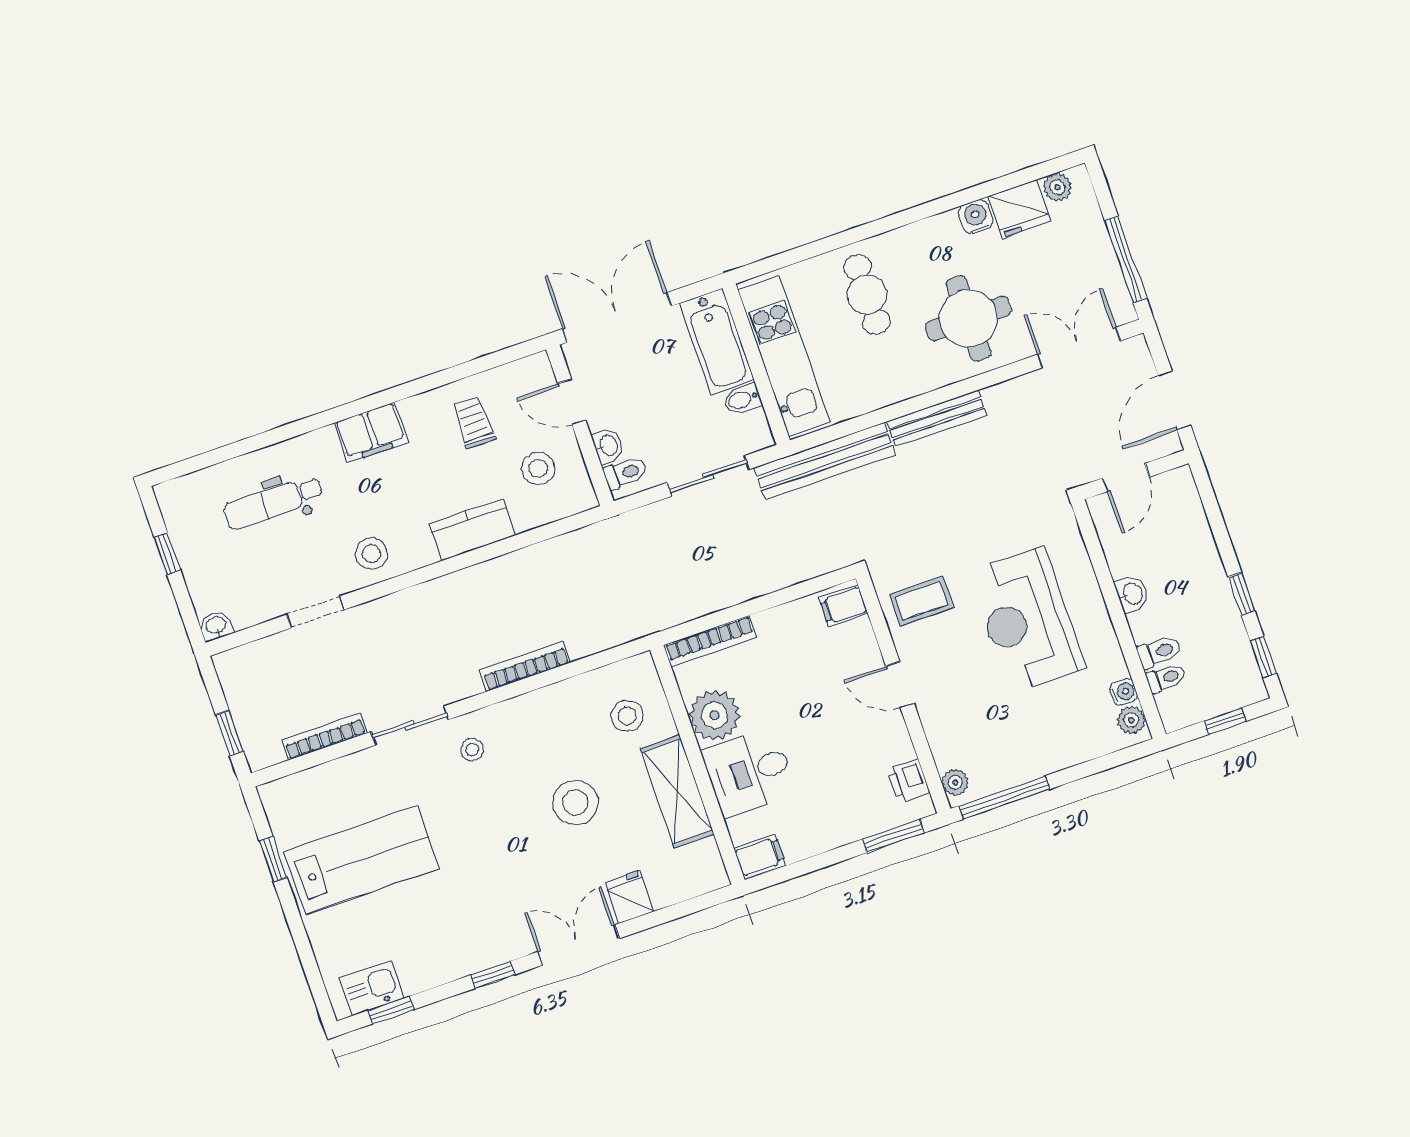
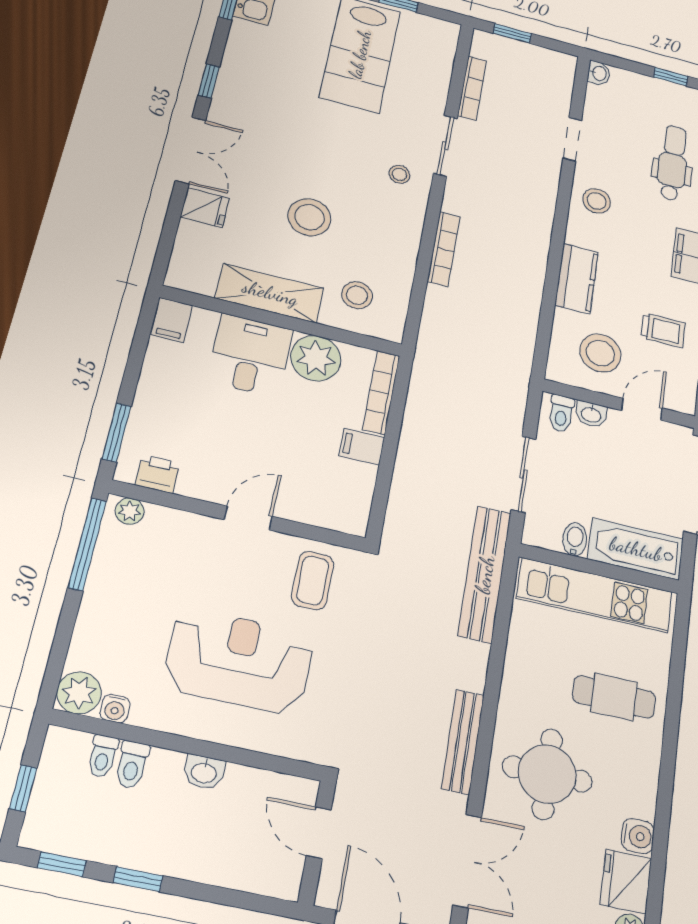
bench: (937, 418) -> (463, 742), moved
stool: (538, 468) -> (600, 353), width x1.38, depth x1.38
filing cabinet: (843, 606) -> (362, 447), moved, turned -90
plant: (1131, 720) -> (79, 693), width x1.38, depth x1.38

